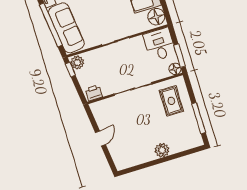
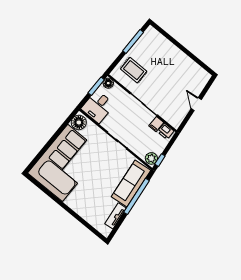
filing cabinet: (107, 89) -> (156, 124), added
rug: (171, 101) -> (134, 70), turned 90
door: (100, 138) -> (196, 104), hinge flipped
plant: (162, 150) -> (175, 53), removed

